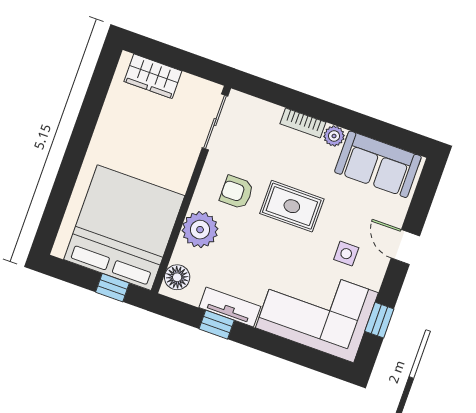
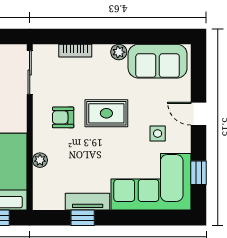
bookcase: (303, 123) -> (75, 51), moved
plant: (200, 230) -> (40, 160), width x0.53, depth x0.53
floor lamp: (177, 277) -> (42, 194), removed

